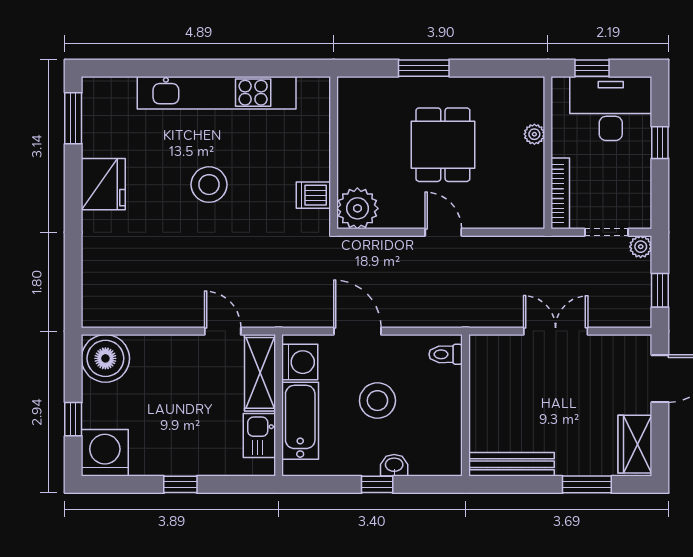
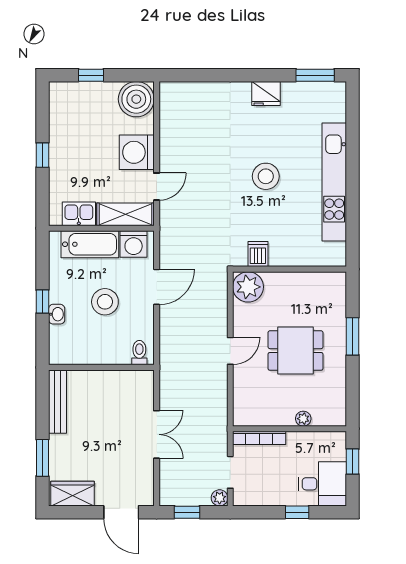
desk: (611, 108) -> (322, 484), width x0.73
fridge: (103, 184) -> (266, 94), width x0.73, depth x0.75
washing machine: (105, 453) -> (137, 152), moved, turned 180

